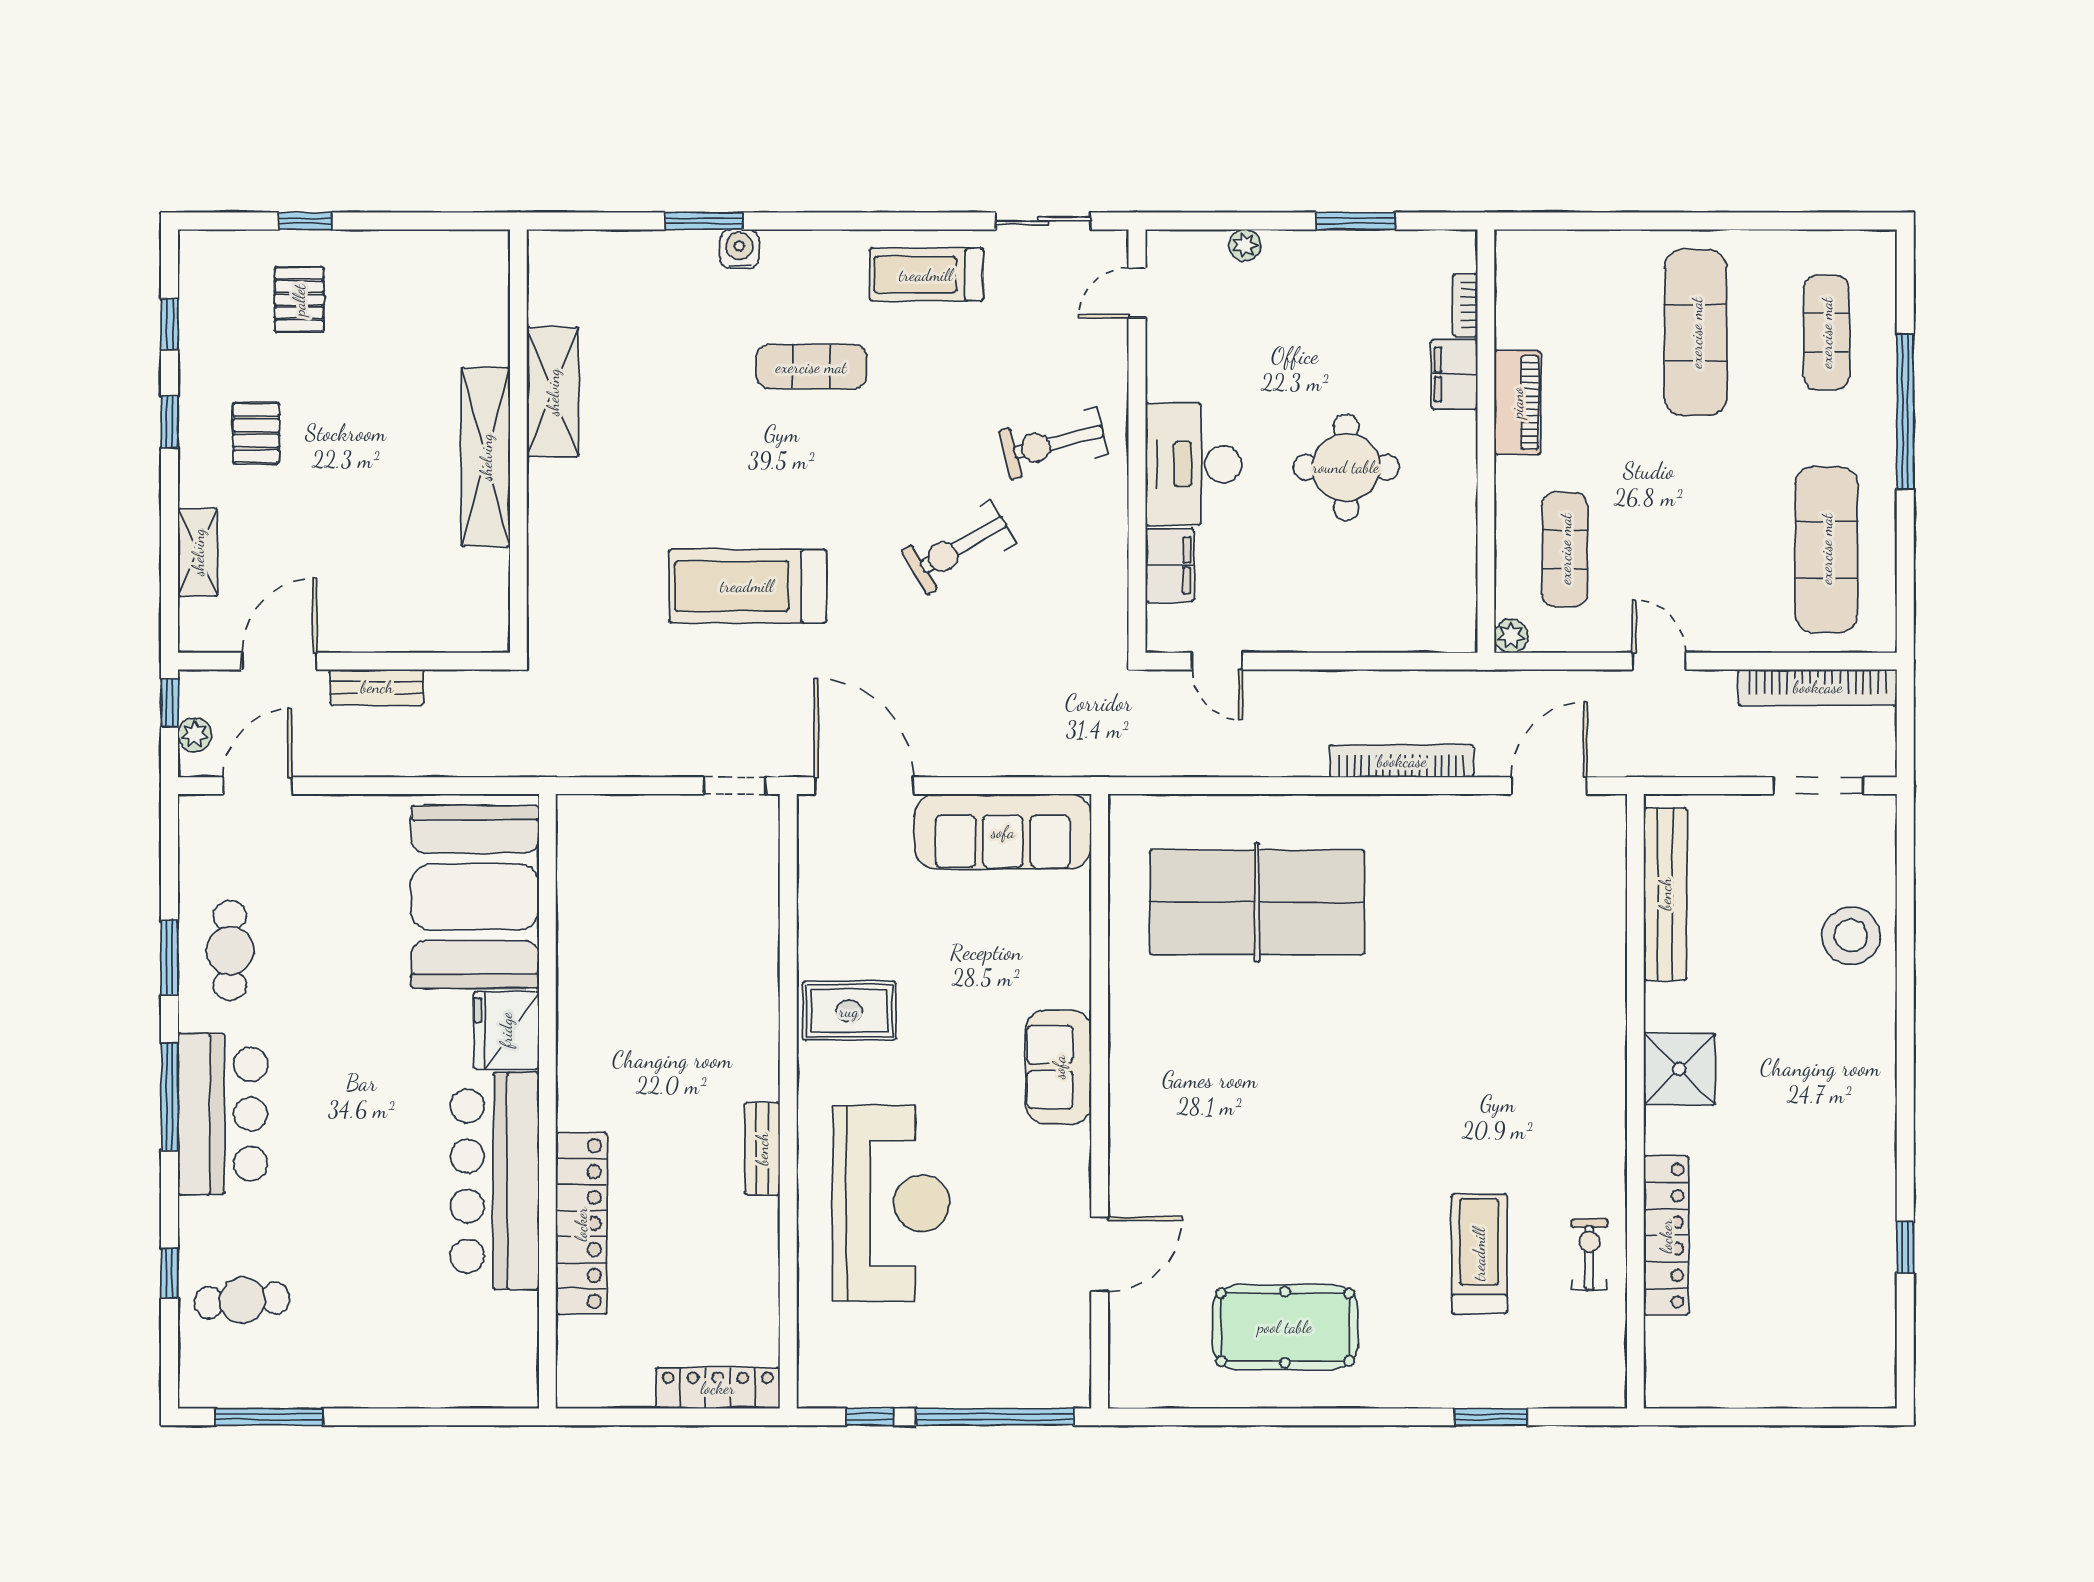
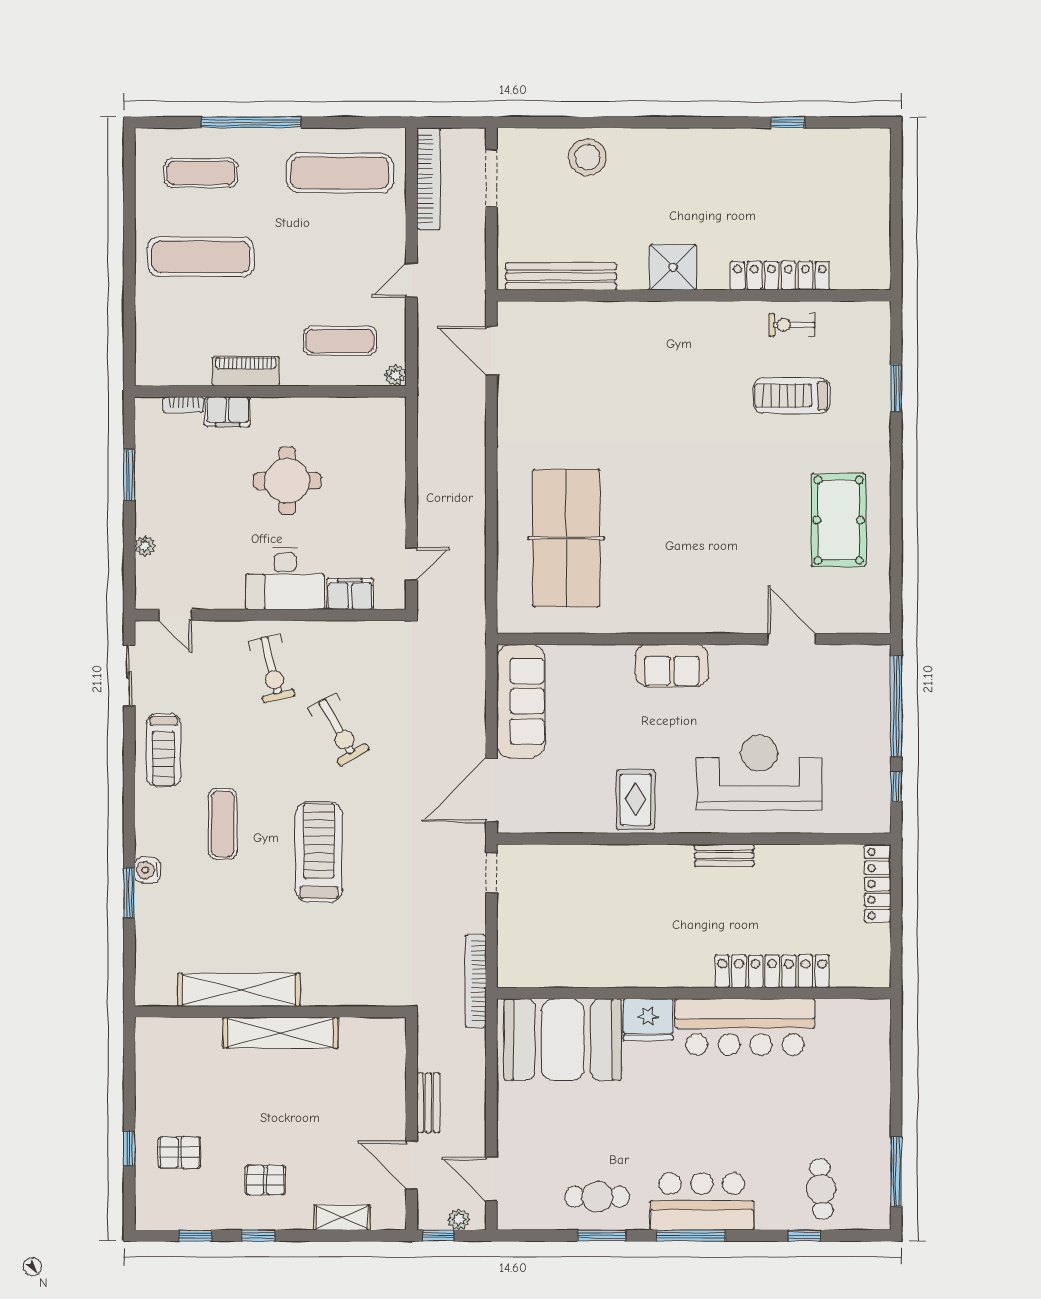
shelving: (553, 392) -> (239, 990), width x1.47
treadmill: (747, 586) -> (319, 852), moved, turned 180
bookcase: (1402, 761) -> (476, 981), moved

